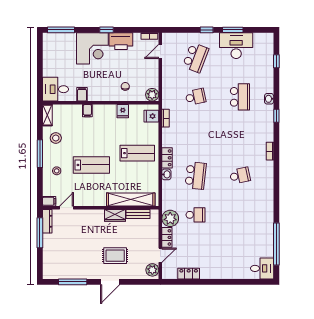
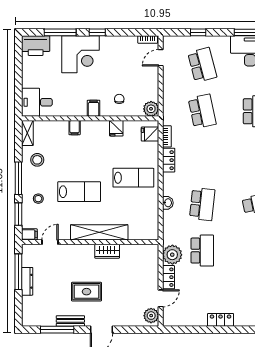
window: (61, 30) -> (60, 32), moved
window: (207, 30) -> (198, 32), moved
printer: (121, 41) -> (36, 46), moved
school desk: (196, 58) -> (202, 65), turned -36
filing cabinet: (82, 94) -> (94, 108), moved
school desk: (196, 97) -> (202, 111), width x1.85
locker: (167, 158) -> (169, 160), moved
window: (40, 184) -> (18, 214), added
shelving: (131, 200) -> (99, 232), moved
bench: (138, 214) -> (70, 321), moved
school desk: (196, 215) -> (202, 251), width x1.85
dresser: (47, 221) -> (27, 281), moved
rug: (115, 256) -> (87, 292), moved
locker: (189, 274) -> (221, 320), moved

